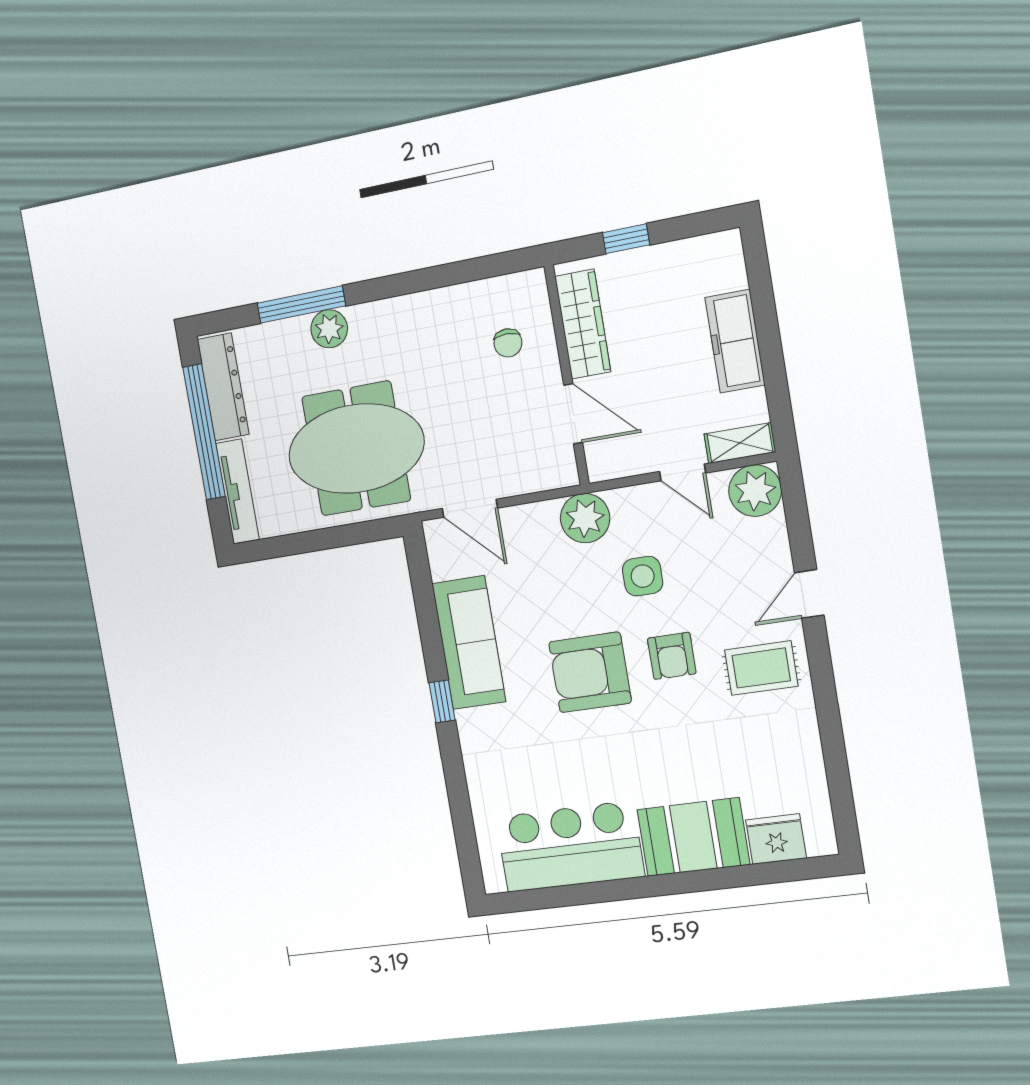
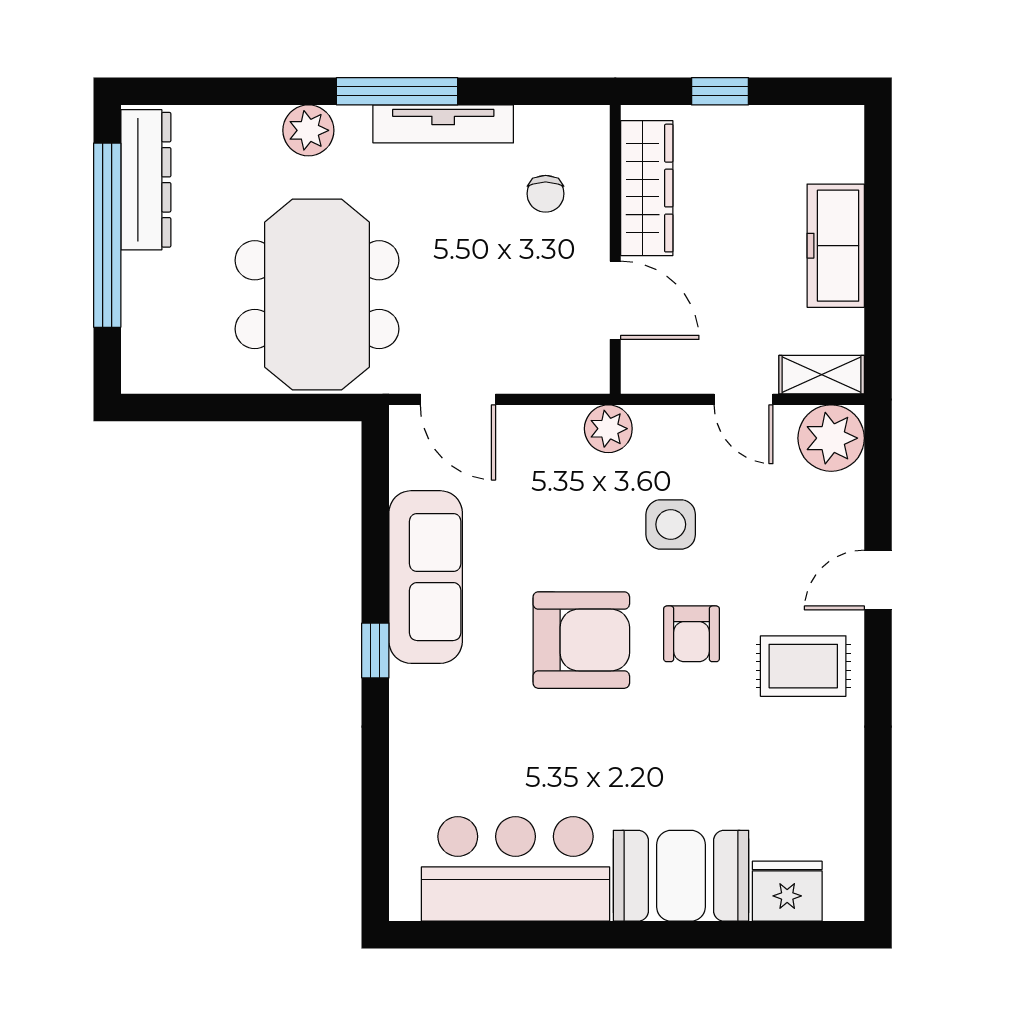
window: (301, 304) -> (397, 91), moved
meeting table: (356, 449) -> (317, 295), turned 90
tv unit: (237, 492) -> (443, 124), moved, turned 90
plant: (585, 518) -> (608, 429), width x0.73, depth x0.73
armchair: (590, 672) -> (581, 640), turned 180

